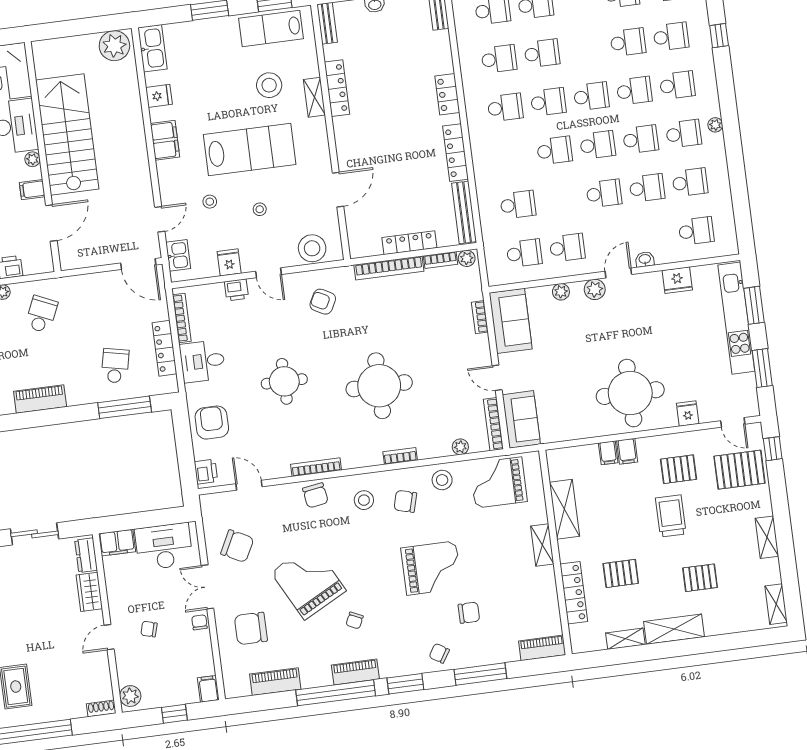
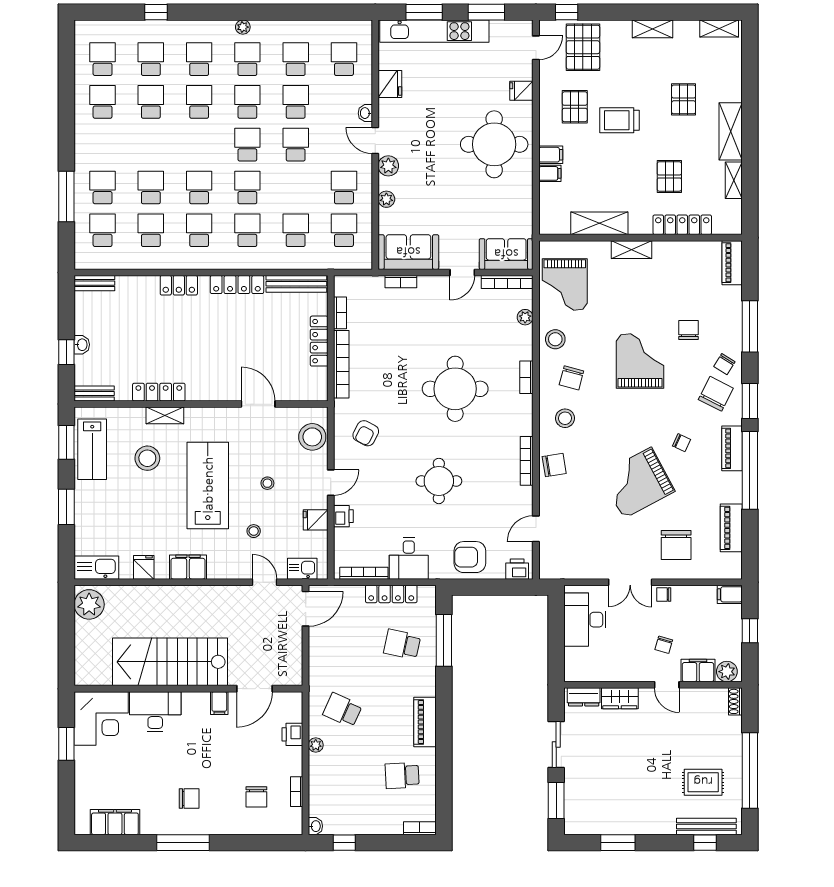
school desk: (591, 96) -> (247, 230), moved
plant: (32, 159) -> (190, 699), removed
door: (51, 223) -> (254, 689), swing flipped
plant: (467, 258) -> (342, 287), removed
filing cabinet: (117, 543) -> (698, 671), moved, turned -90
chair: (237, 546) -> (716, 394), moved

